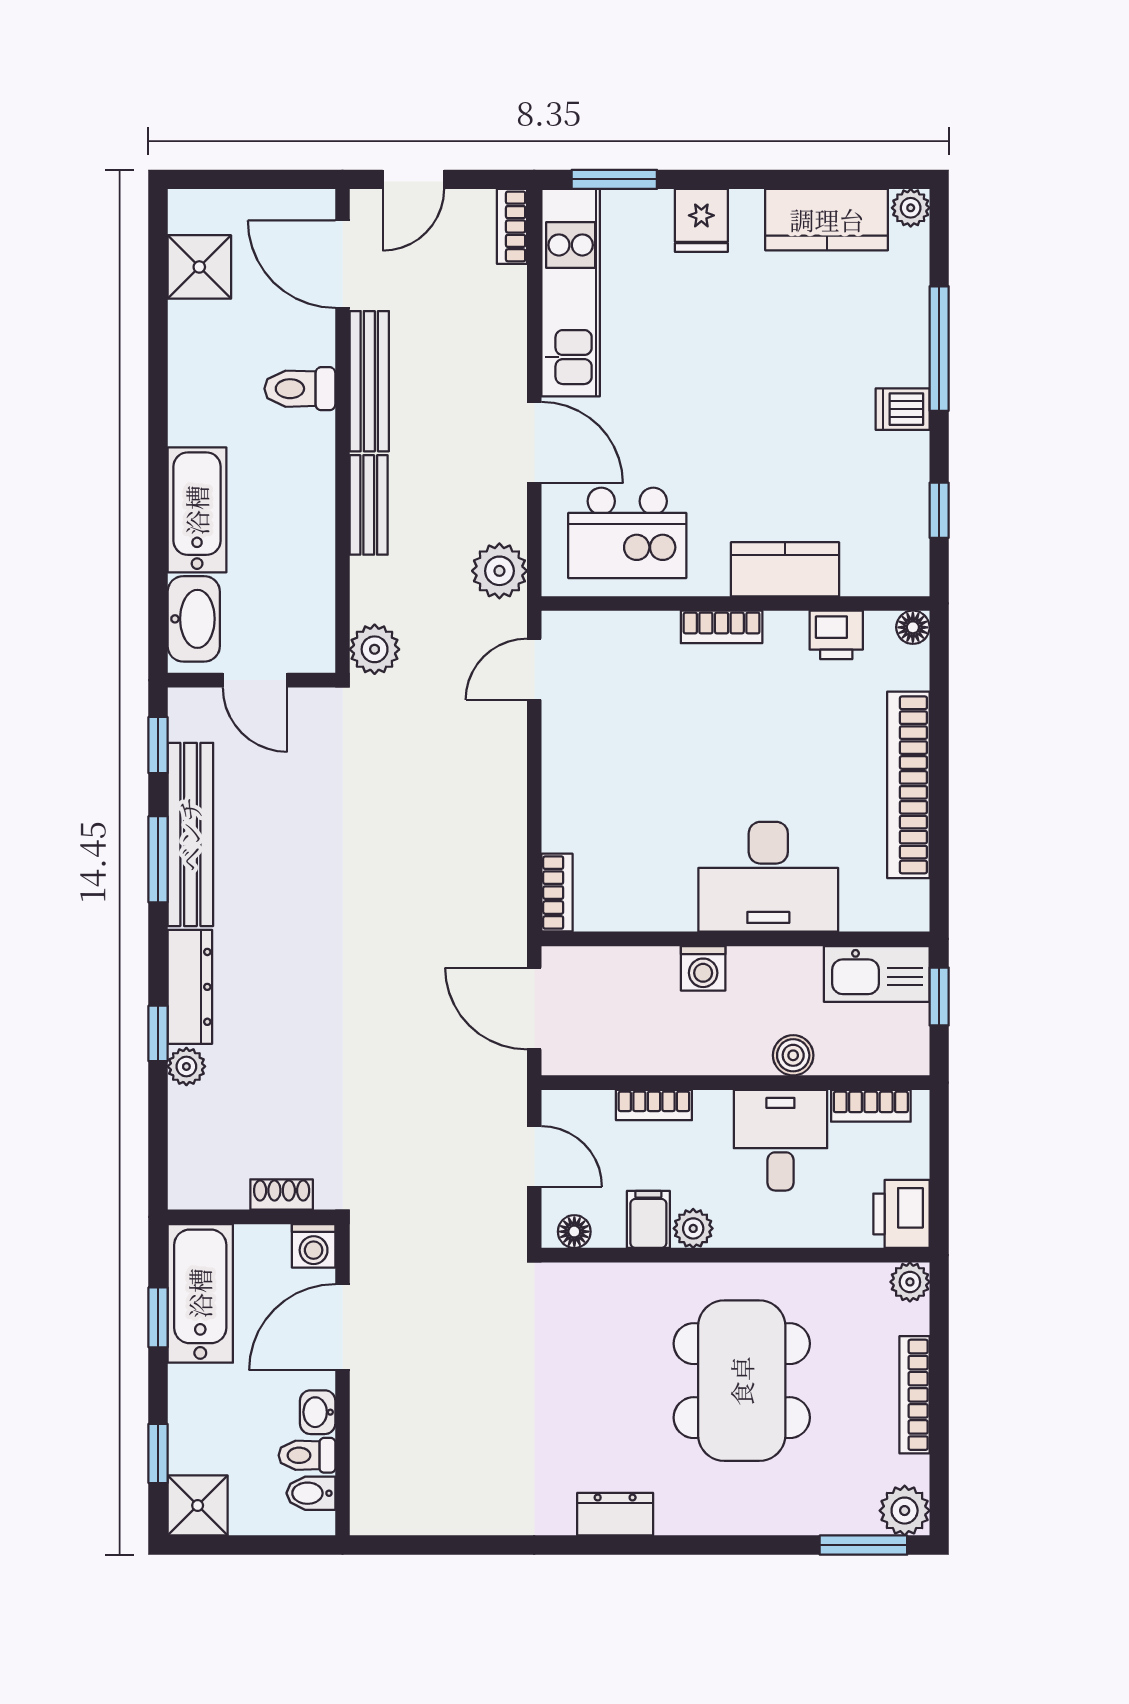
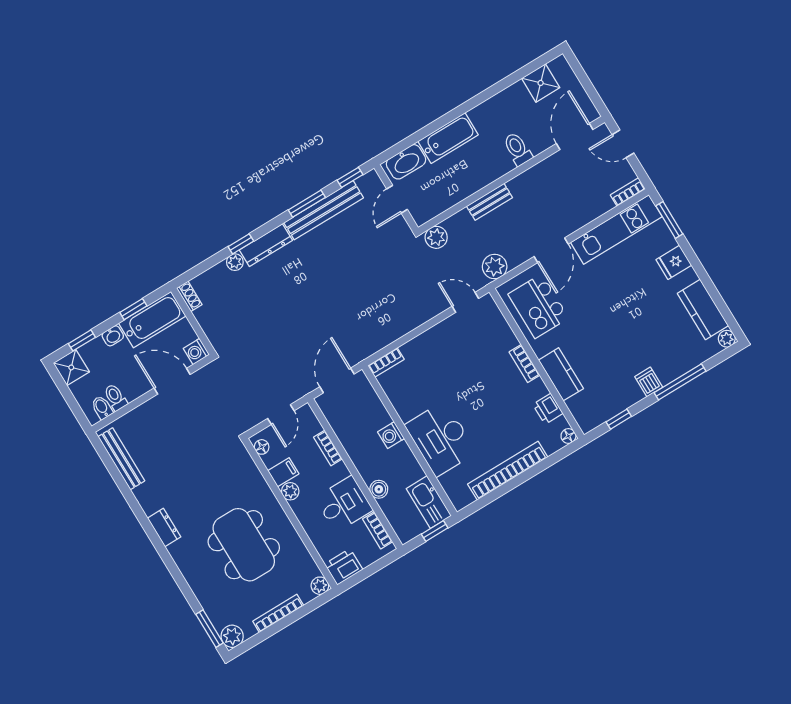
bench: (369, 381) -> (121, 459), moved, turned 90
shoe rack: (282, 1194) -> (189, 296), moved
dining table: (742, 1381) -> (244, 545), turned 90
washbasin: (318, 1412) -> (113, 336), moved, turned 180

